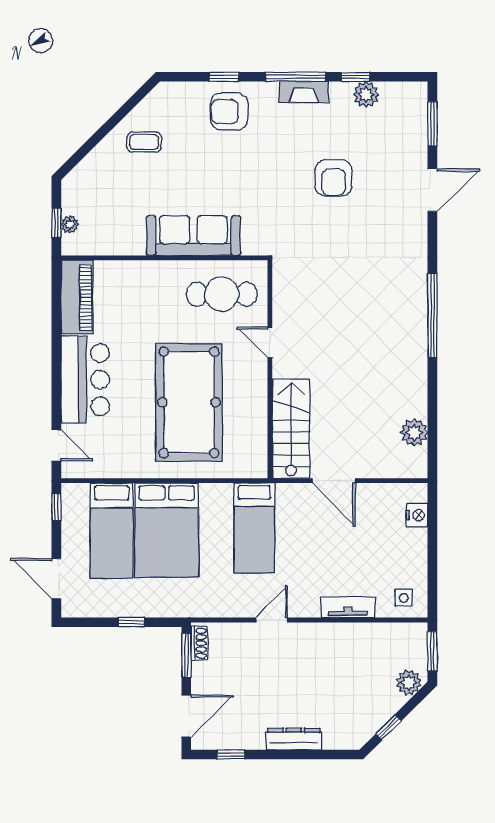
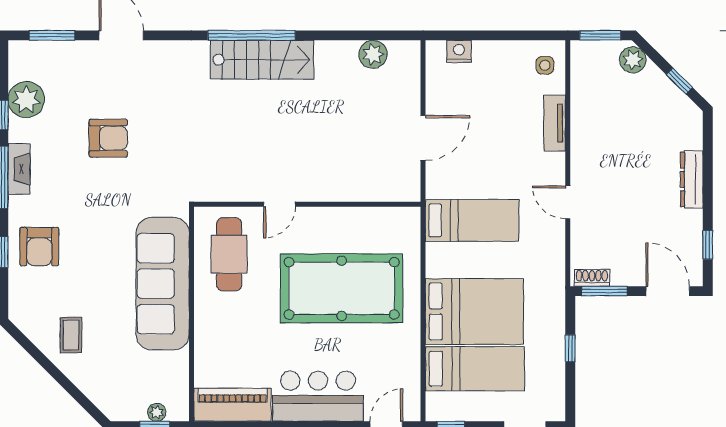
plant: (366, 94) -> (26, 100), width x1.36, depth x1.36
sofa: (193, 236) -> (163, 284), width x1.36, depth x1.27
stairs: (291, 429) -> (262, 60), moved, turned 180

